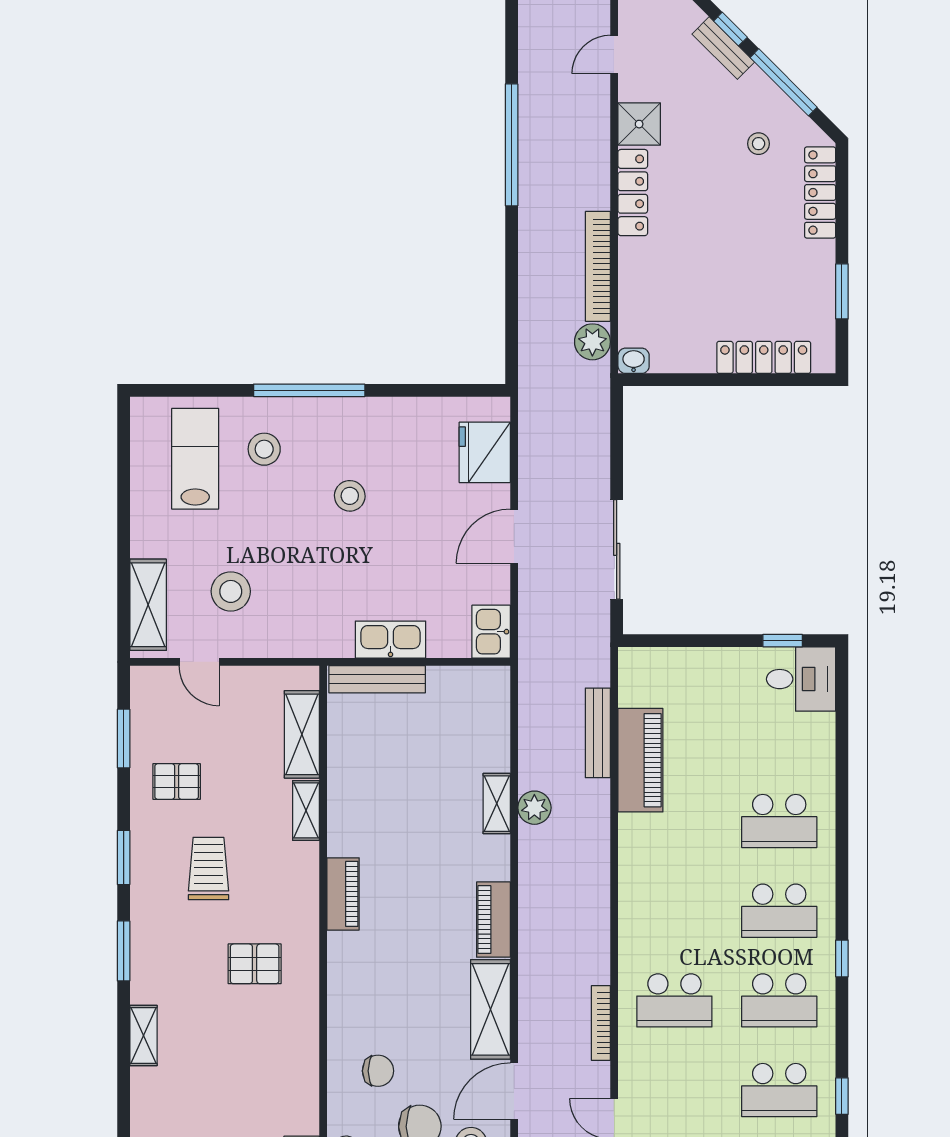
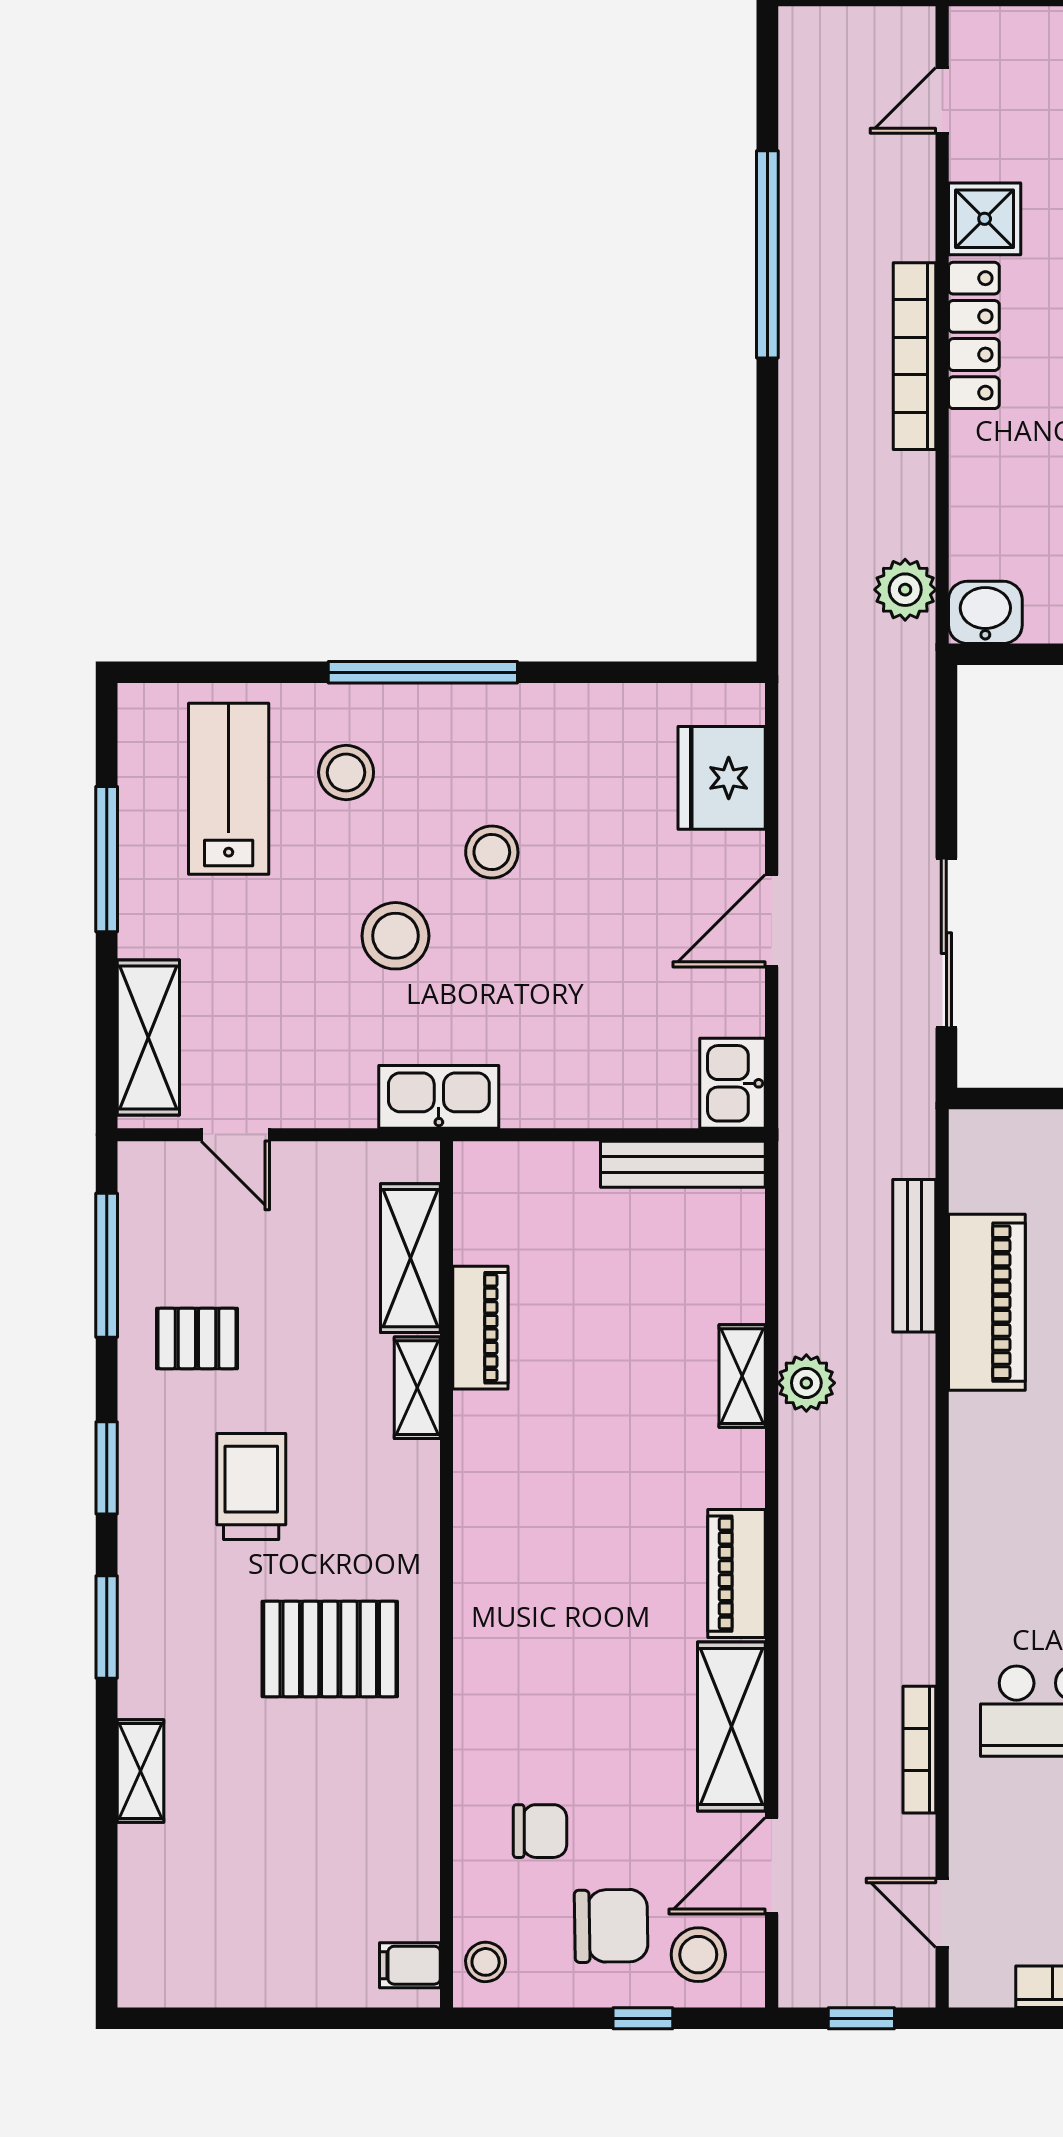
bookcase: (598, 266) -> (914, 356), moved
washbasin: (634, 361) -> (985, 612), width x1.38, depth x1.45
window: (124, 500) -> (107, 859), added
stool: (231, 591) -> (395, 936), moved
kitchen sink: (391, 640) -> (439, 1097), moved
bench: (377, 679) -> (683, 1164), moved
window: (124, 739) -> (107, 1265), width x1.44
piano: (343, 894) -> (480, 1328), moved
pallet: (255, 964) -> (330, 1649), width x1.50, depth x1.42

